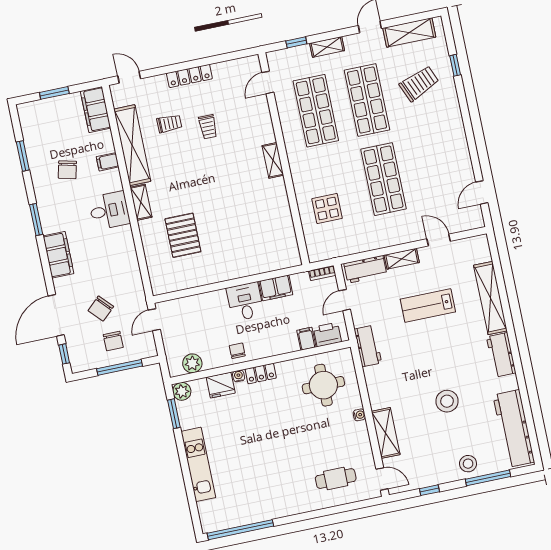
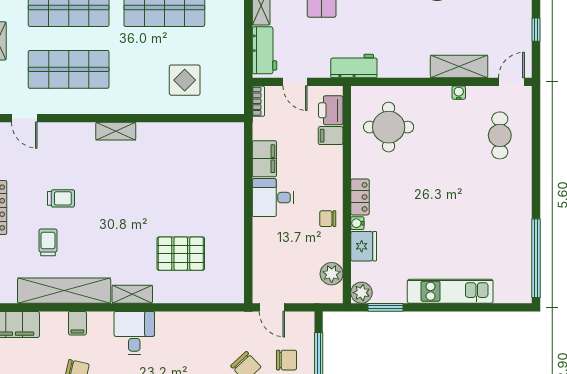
water cooler: (359, 415) -> (459, 93), moved

